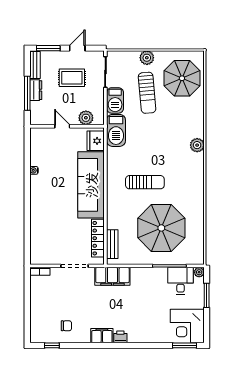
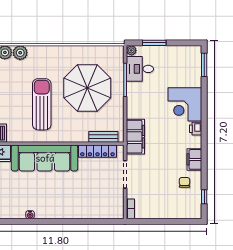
plant: (197, 160) -> (20, 53), added
sun lounger: (145, 182) -> (42, 104), width x1.36, depth x1.34
corner desk: (187, 326) -> (185, 104), moved, turned 90
filing cabinet: (102, 336) -> (194, 159), moved

